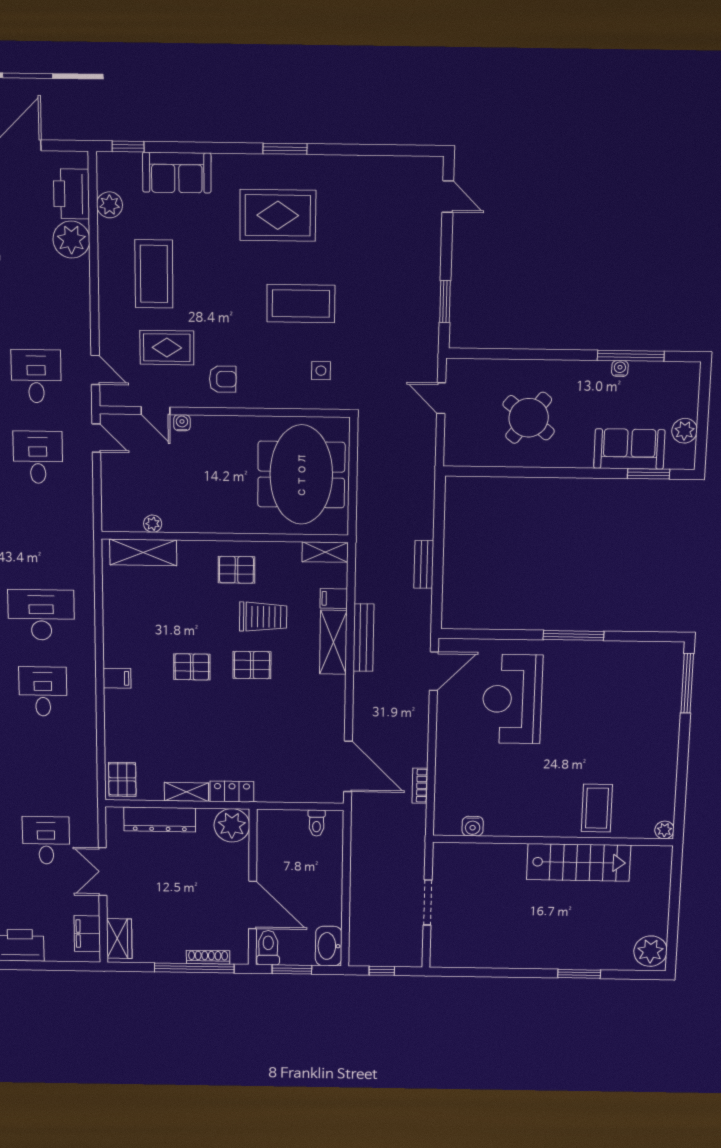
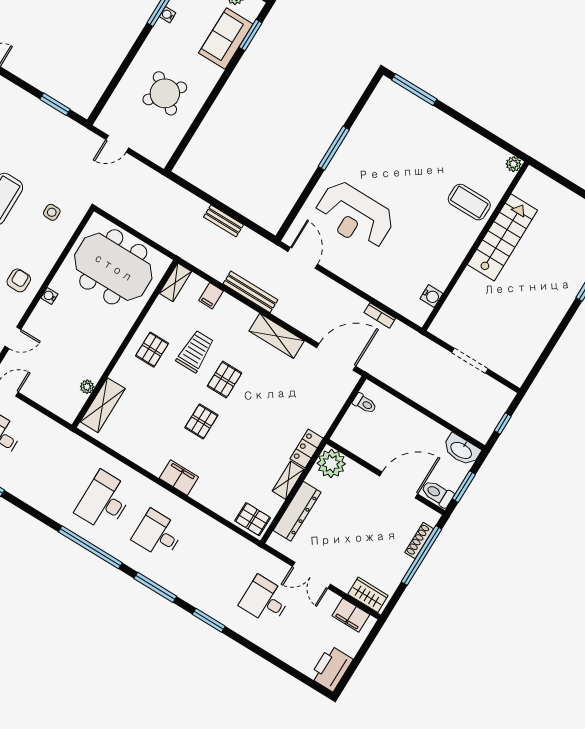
water cooler: (182, 423) -> (49, 296), moved
shelving: (333, 642) -> (277, 336), moved
filing cabinet: (117, 678) -> (179, 478), width x2.00

